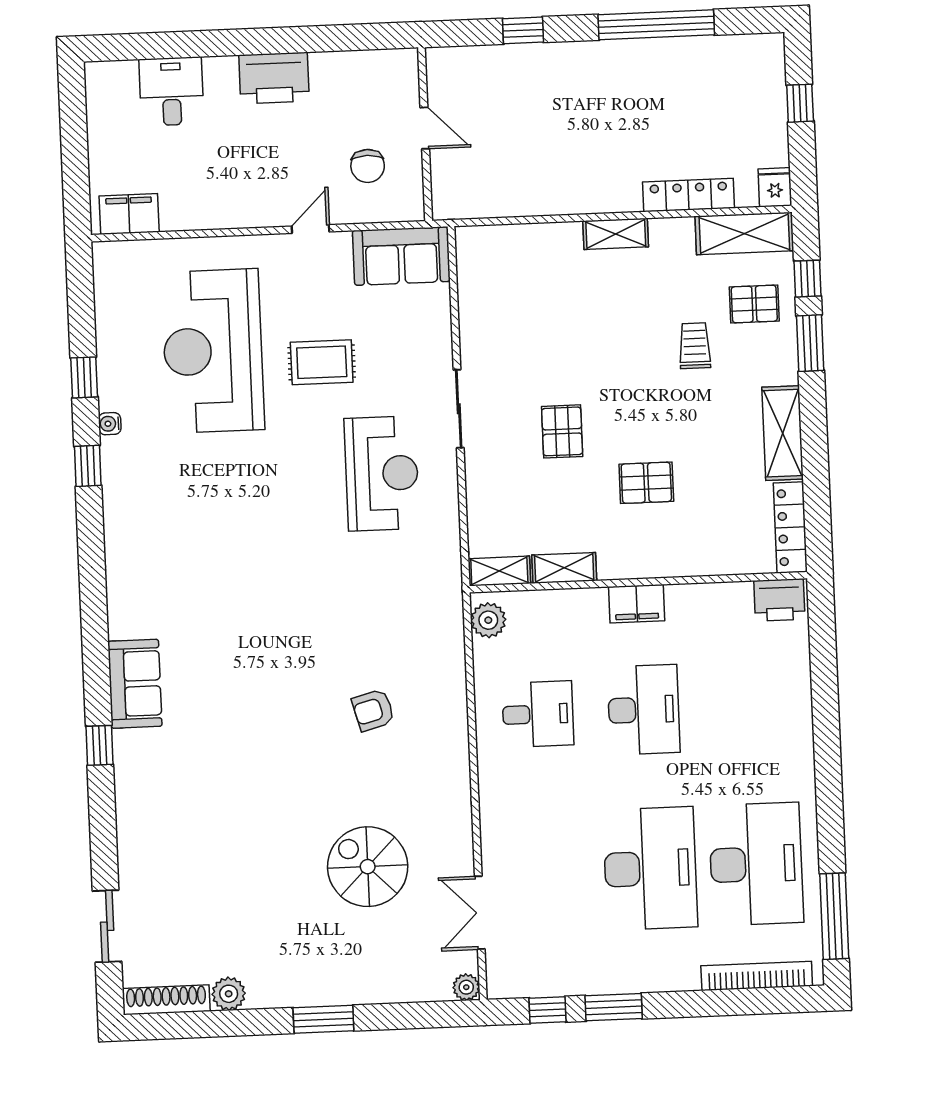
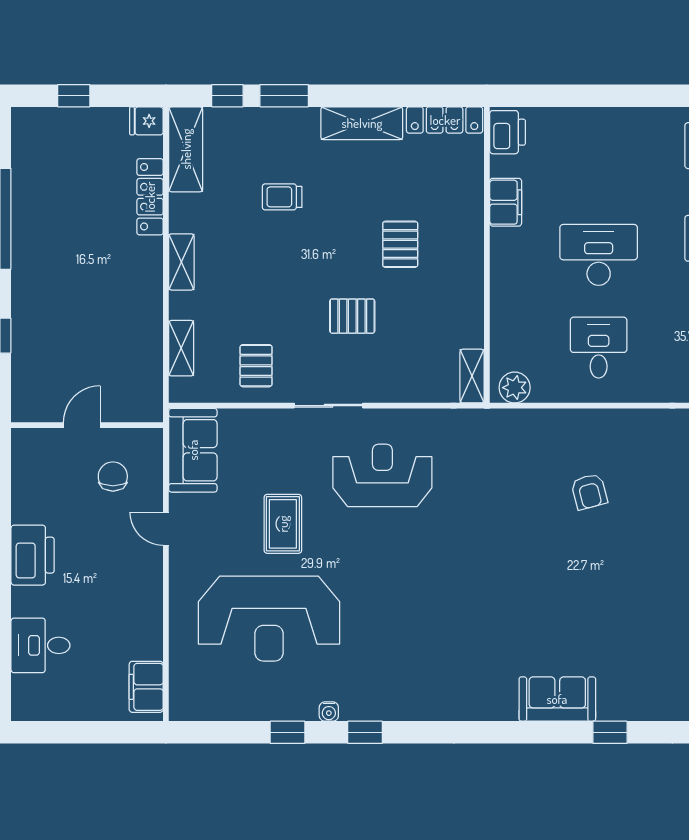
chair: (368, 166) -> (113, 476), turned -90
pallet: (754, 304) -> (256, 366), moved
shelving: (564, 568) -> (181, 348), moved
filing cabinet: (637, 604) -> (506, 202), moved

